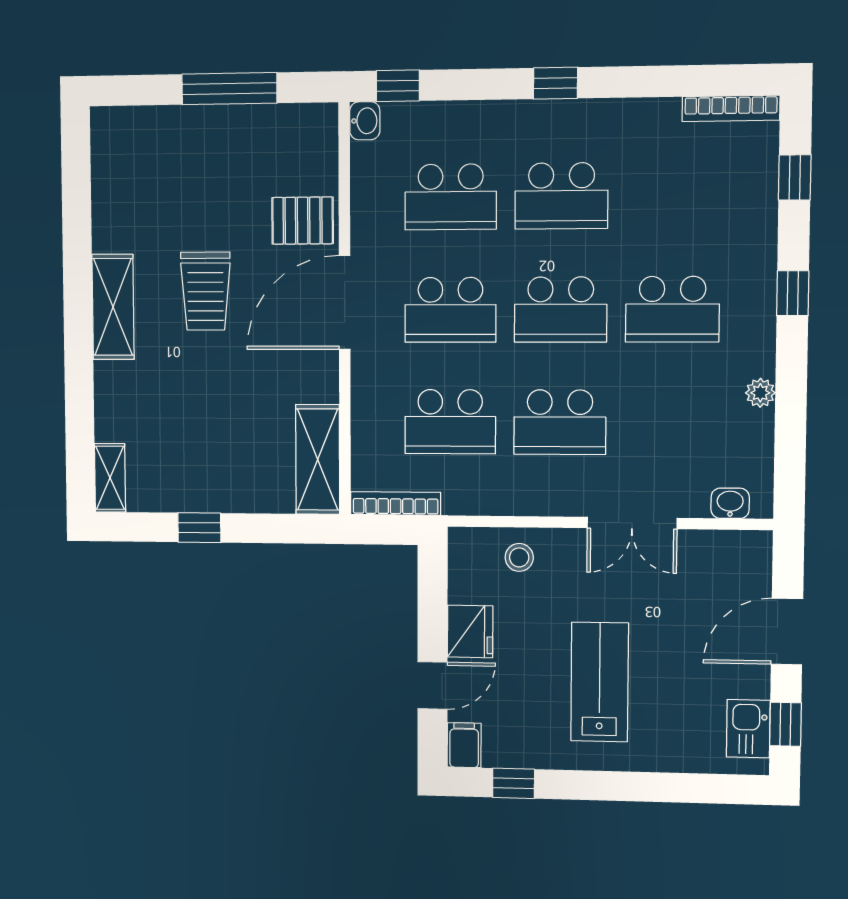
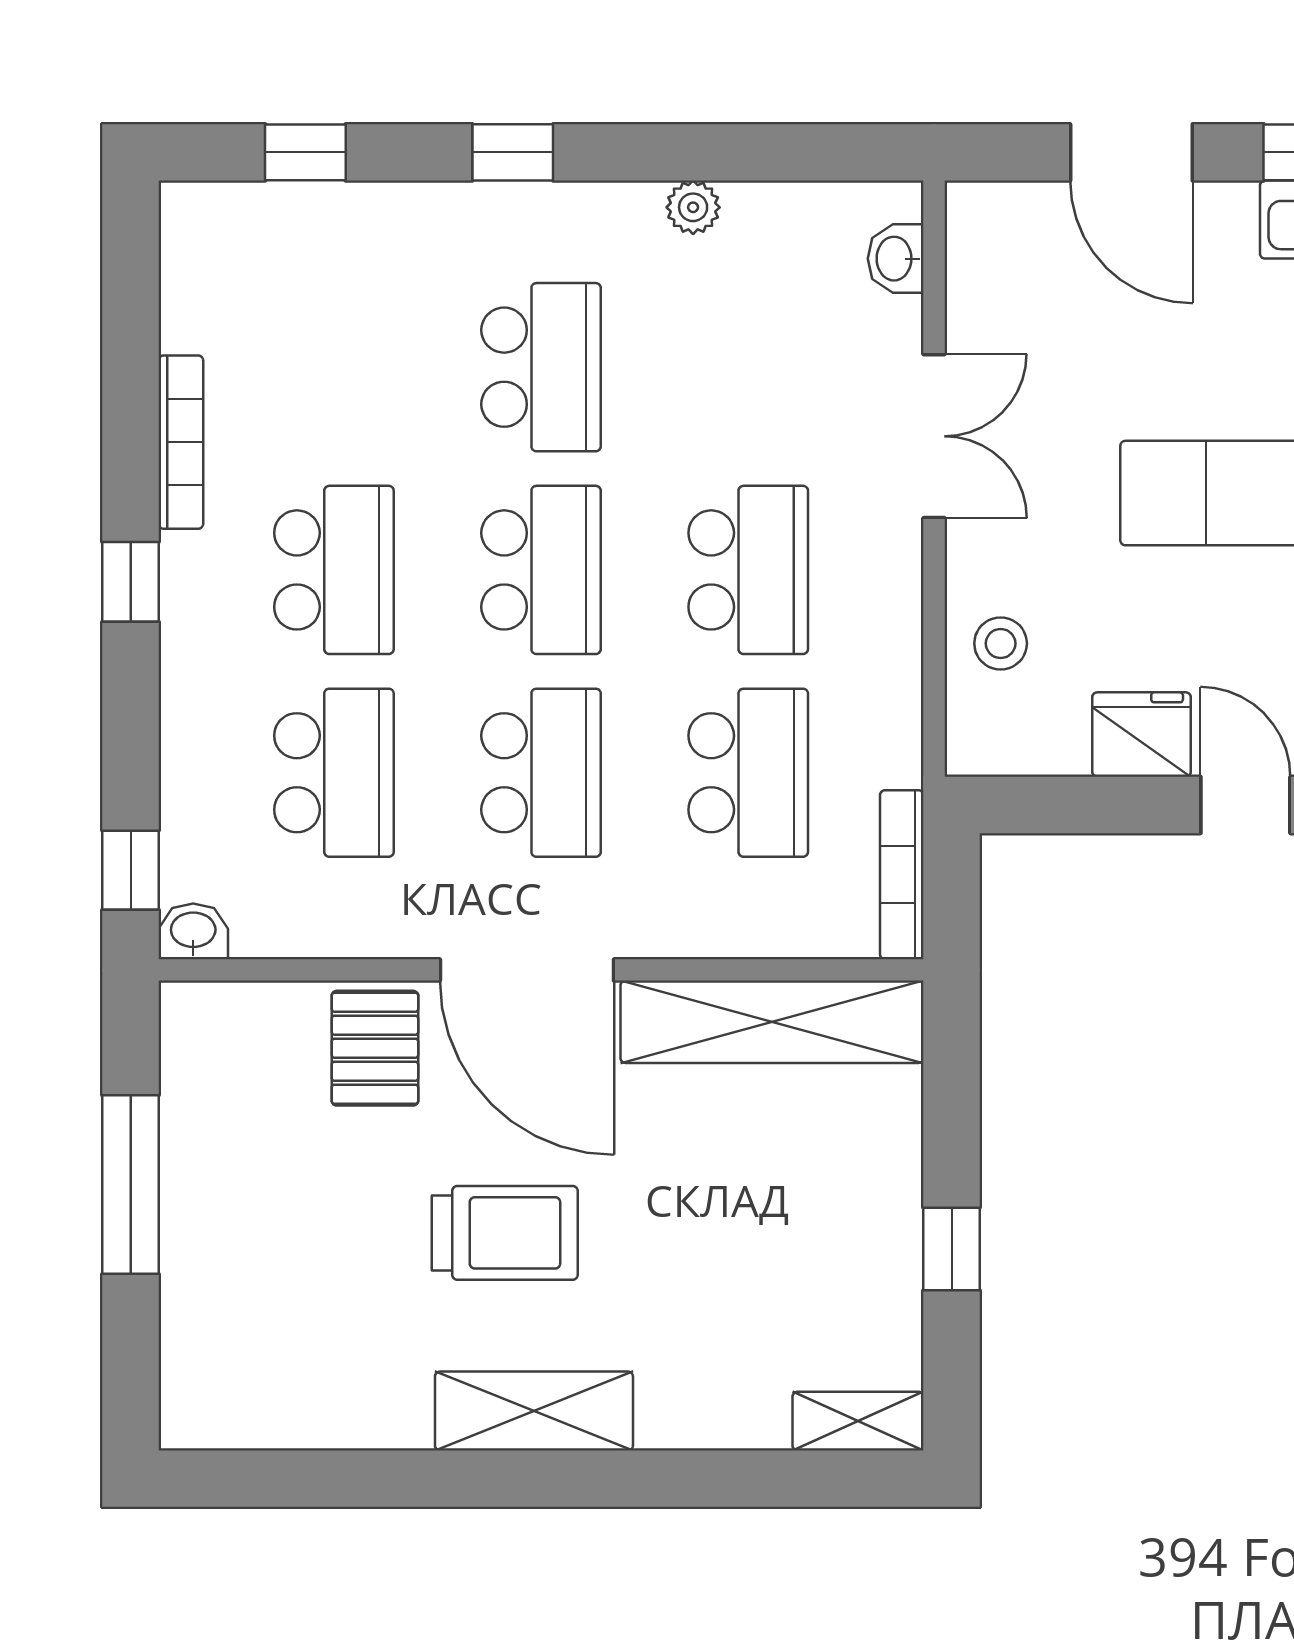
bookcase: (731, 108) -> (181, 442), moved
shelving: (318, 459) -> (772, 1022), width x1.47

